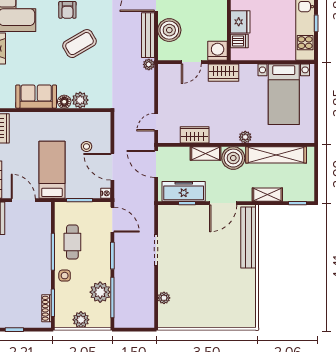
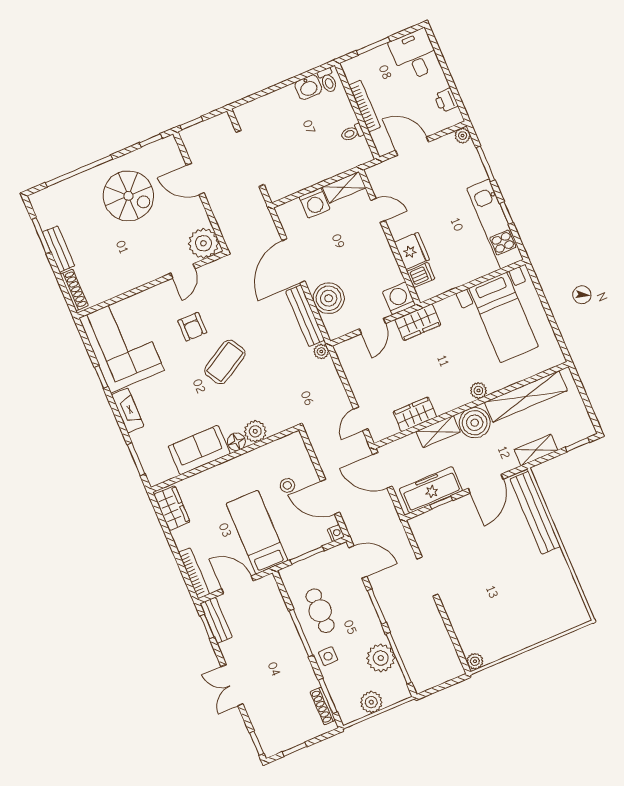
plant: (164, 298) -> (475, 661), moved

